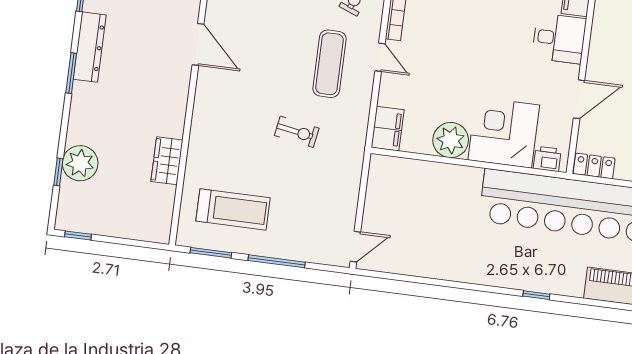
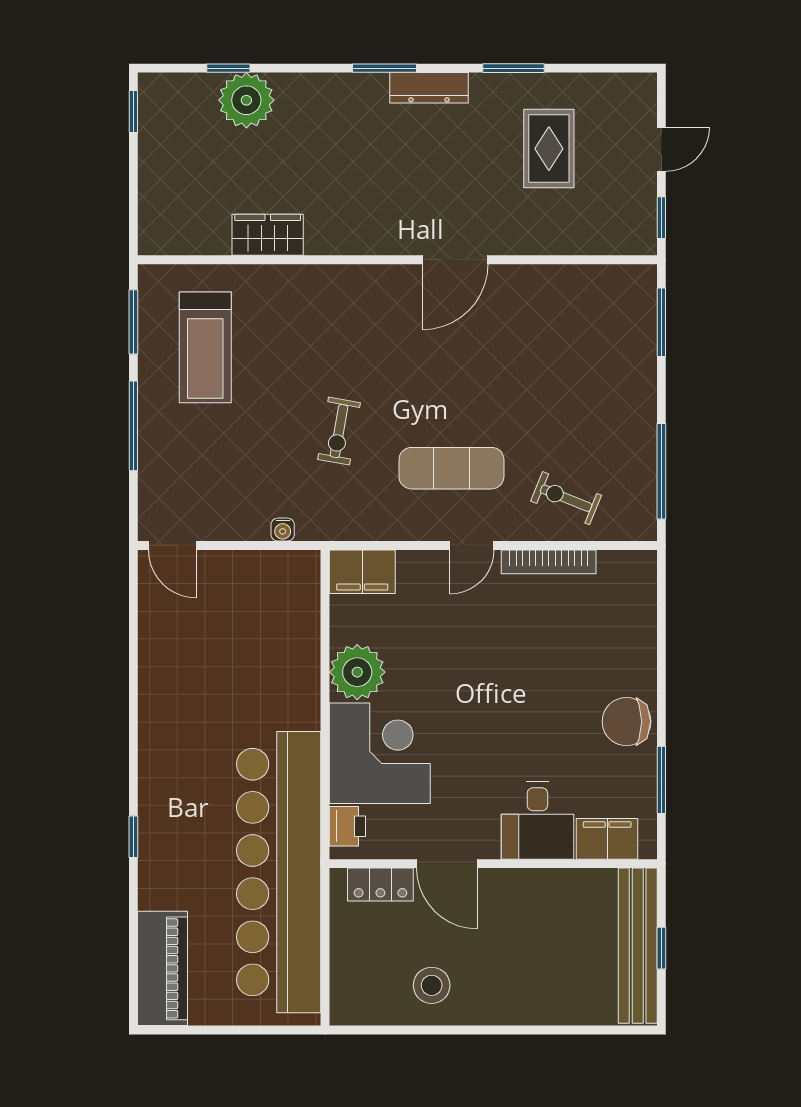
dresser: (90, 47) -> (429, 88), width x0.73, depth x0.80
locker: (594, 166) -> (380, 885), moved, turned 90
water cooler: (354, 176) -> (283, 530), added

